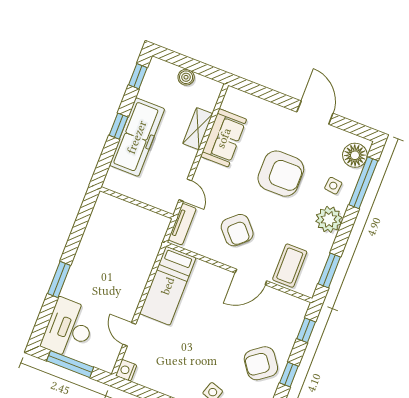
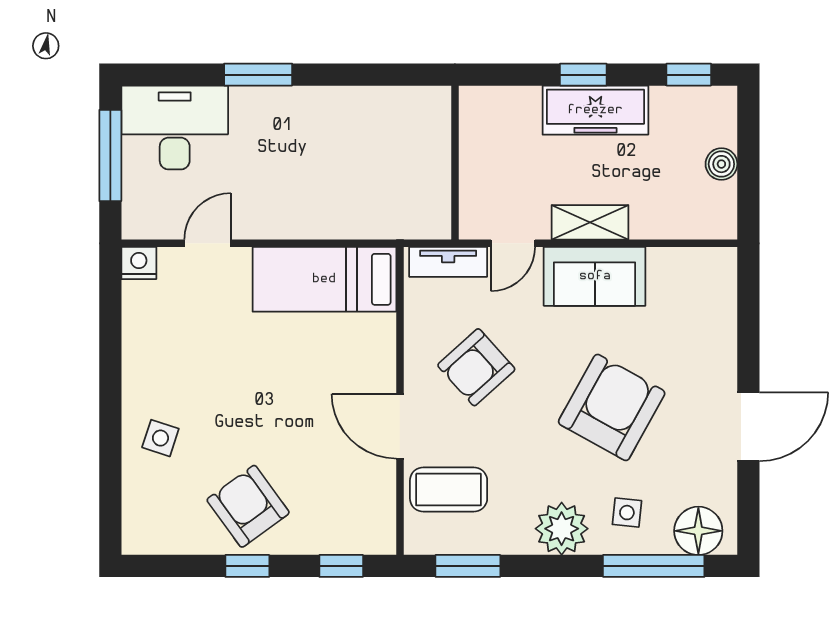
shelving: (198, 129) -> (590, 222), moved
freezer: (137, 137) -> (595, 110), width x0.73, depth x0.79
sofa: (224, 138) -> (595, 276), moved
armchair: (281, 174) -> (612, 407), turned -151

